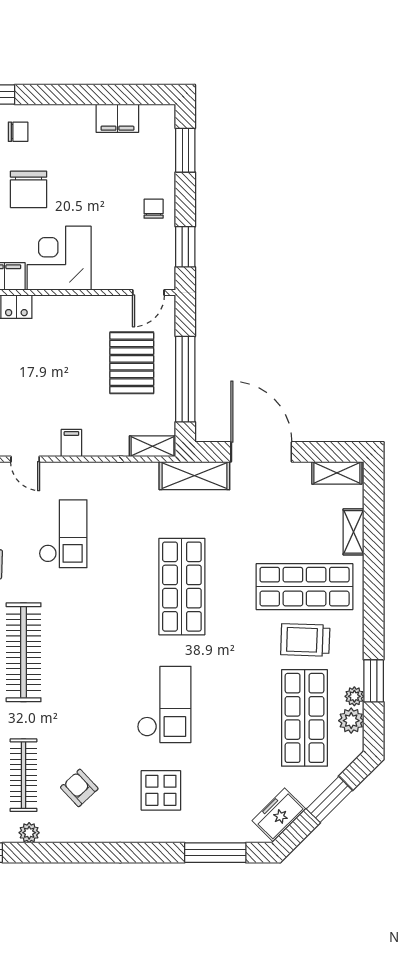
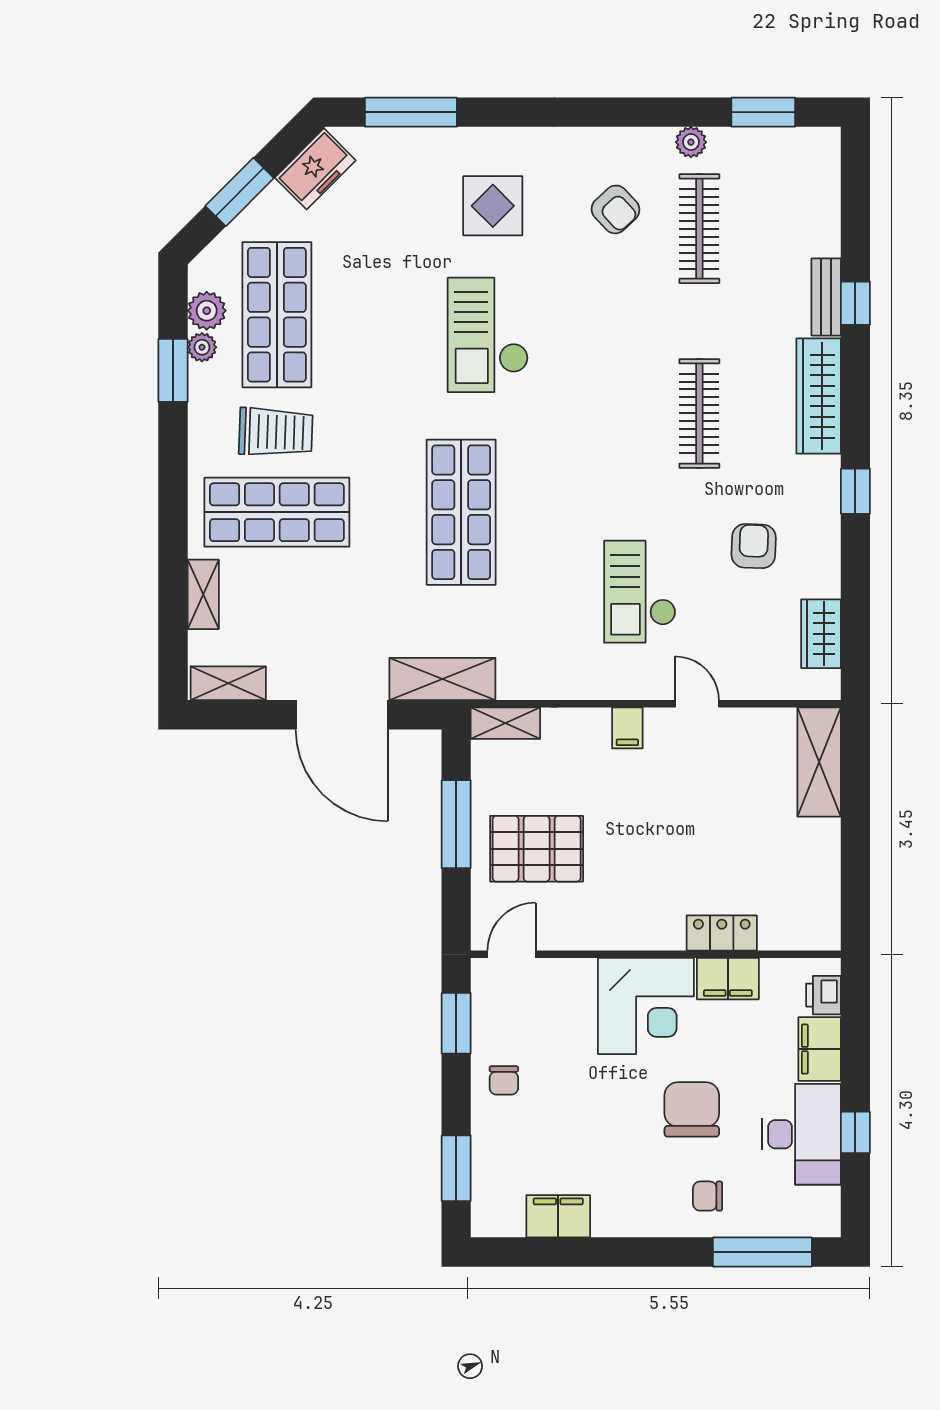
pallet: (132, 363) -> (537, 849), turned 90
window: (185, 379) -> (456, 824), width x0.68
clothes rail: (24, 652) -> (699, 413), width x0.73, depth x0.76

